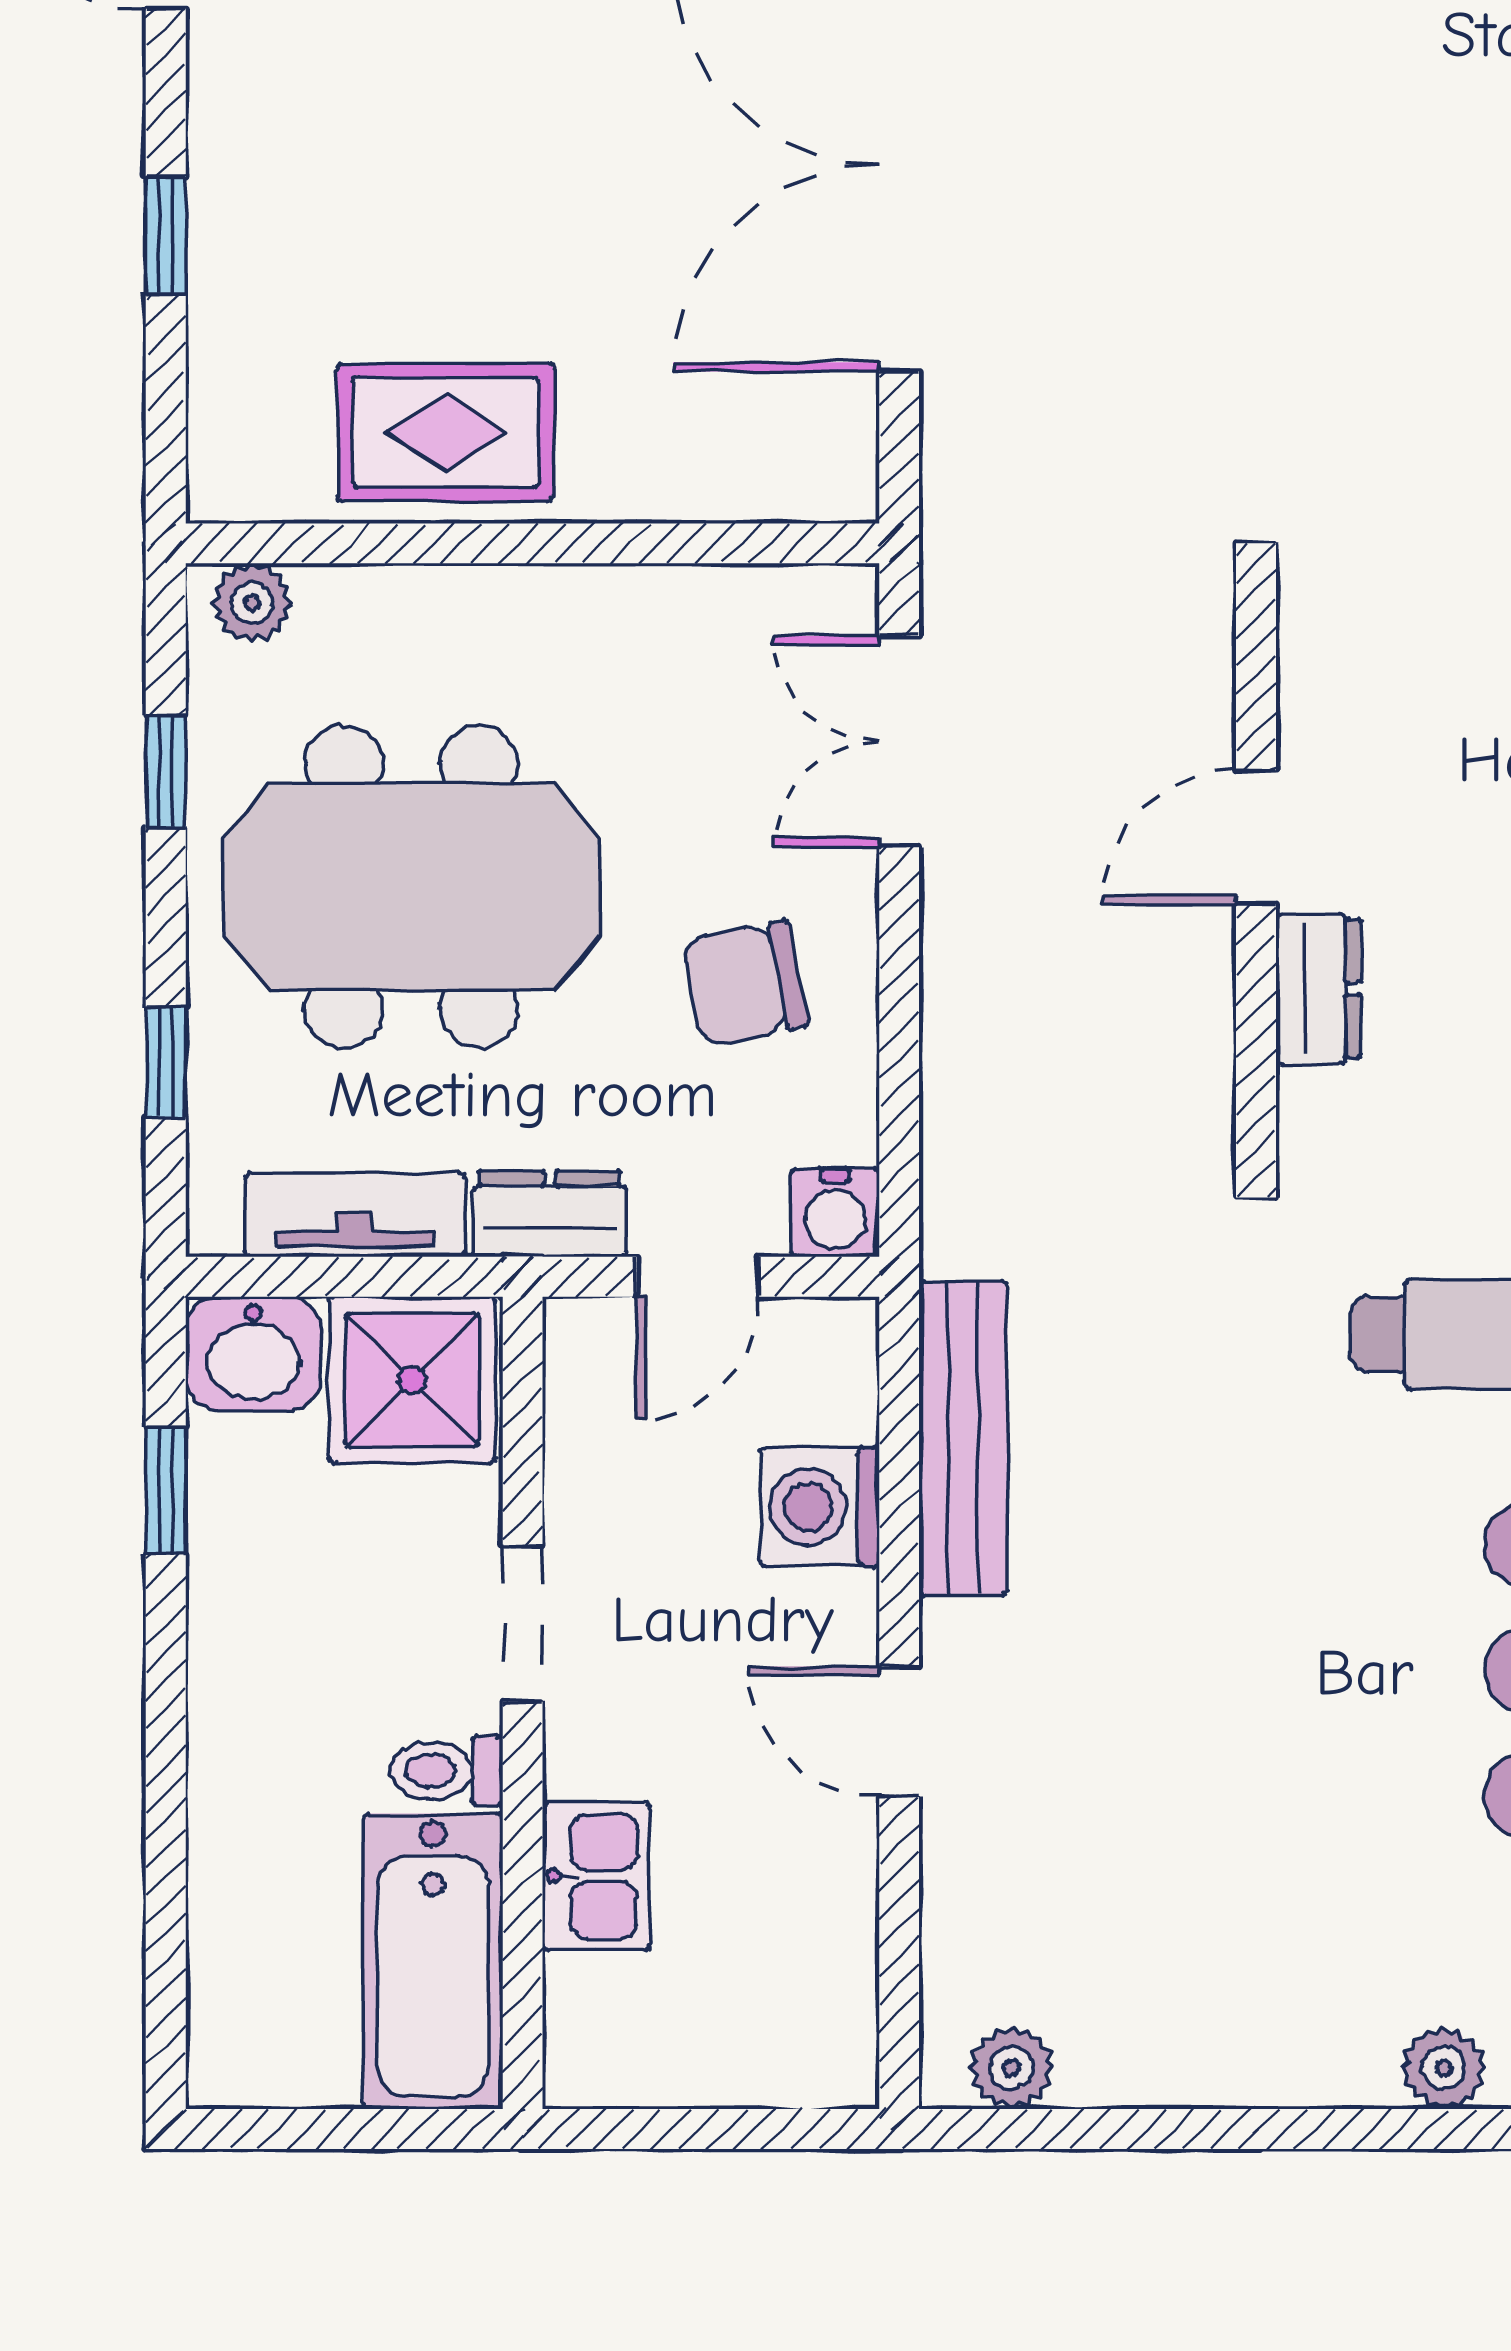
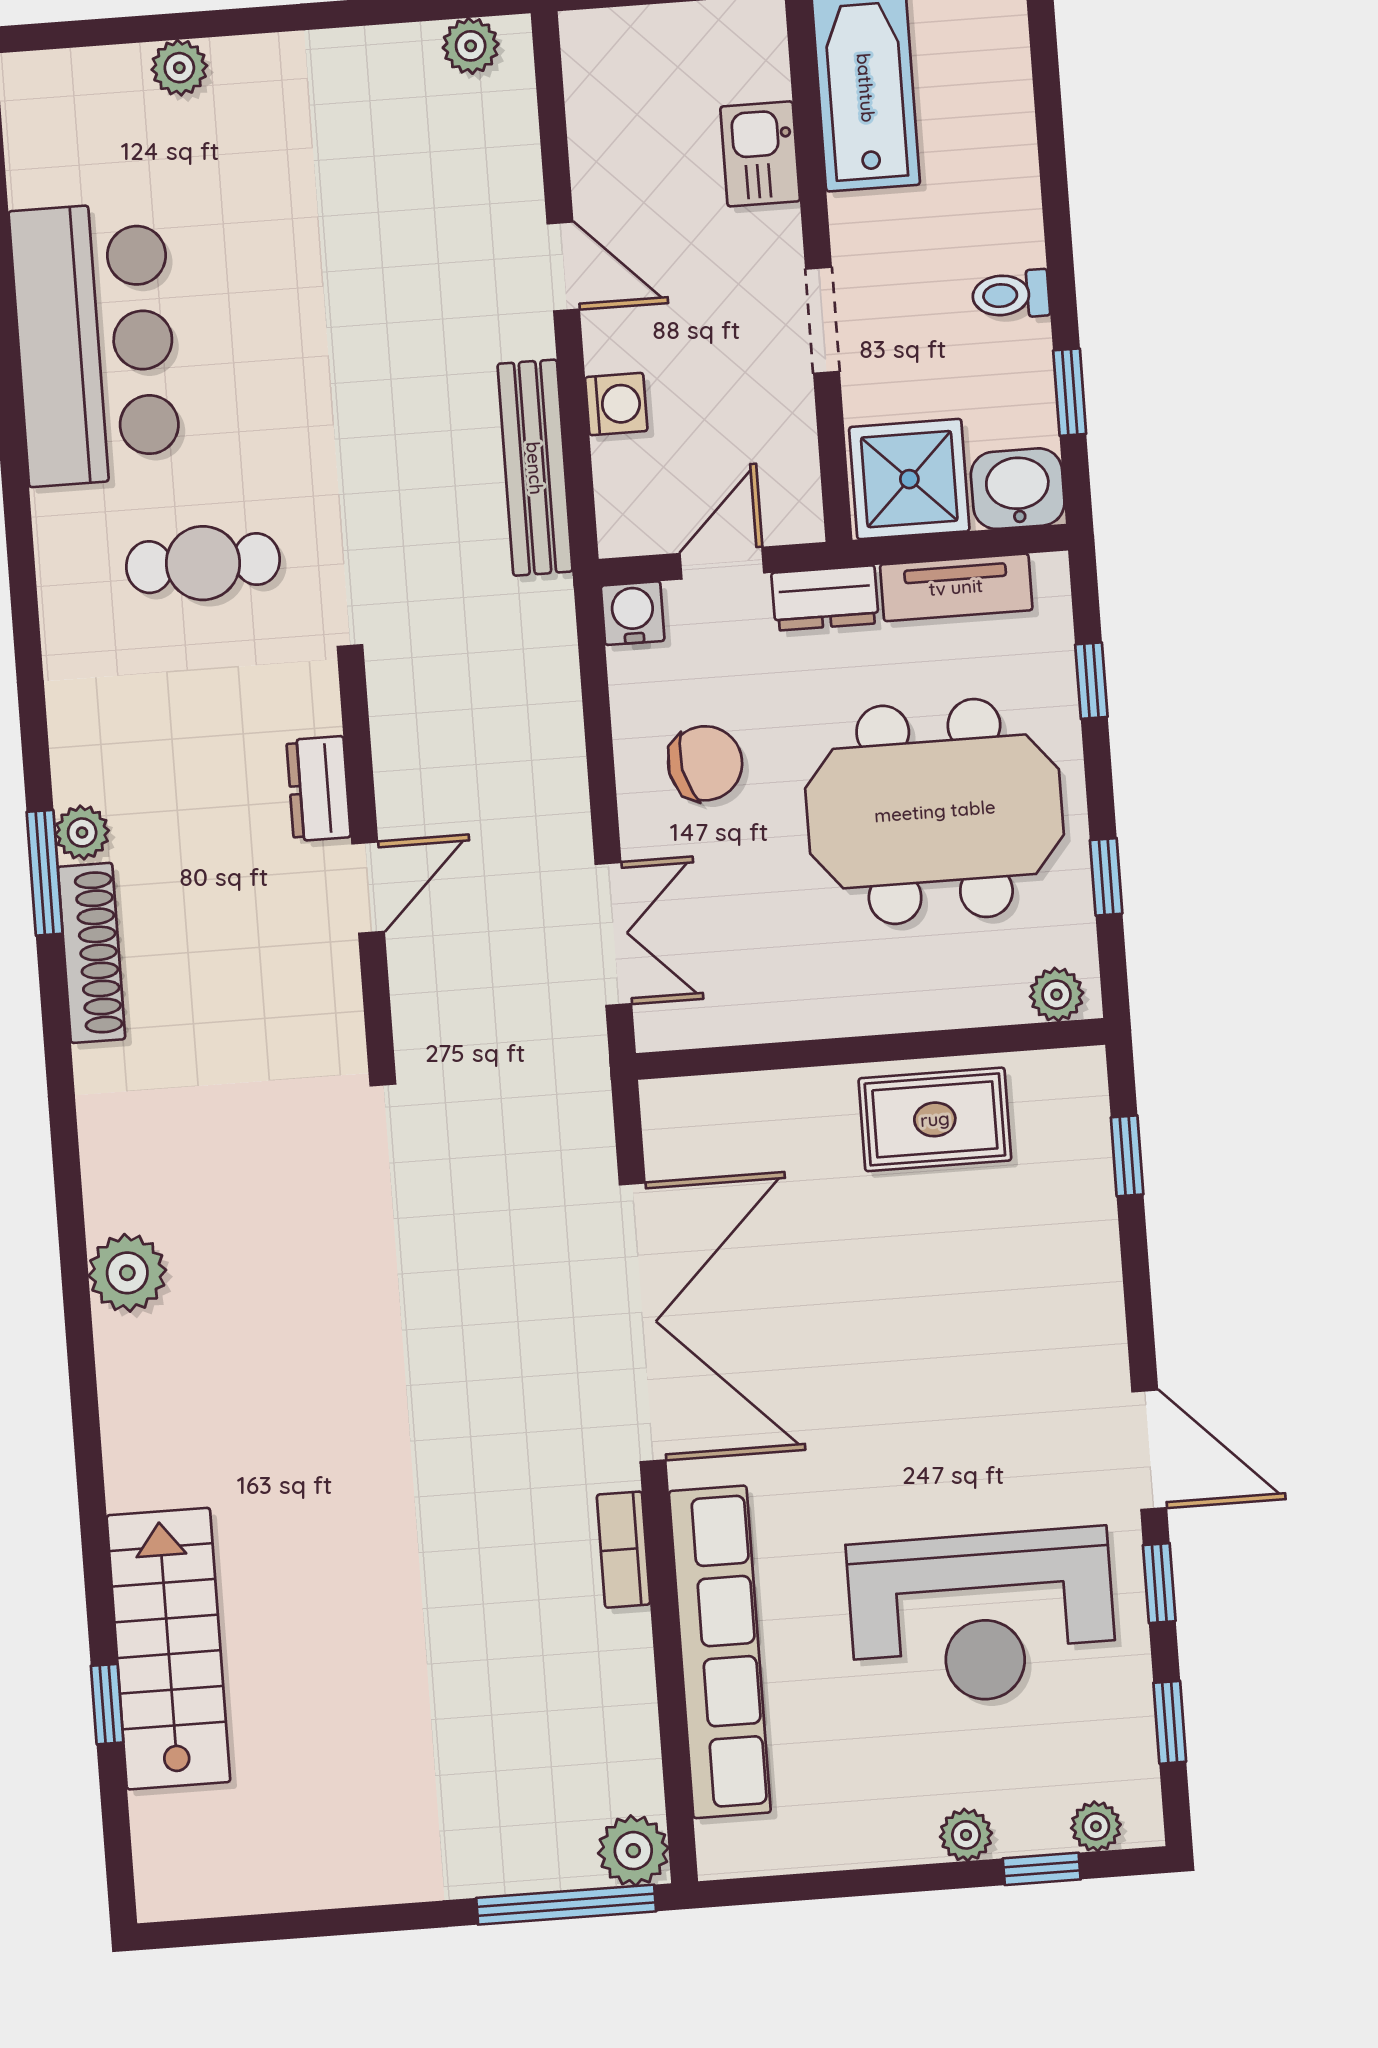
window: (166, 235) -> (1127, 1156), moved
washing machine: (820, 1507) -> (616, 404), width x0.73, depth x0.73
toilet: (446, 1771) -> (1011, 295), moved, turned 180

